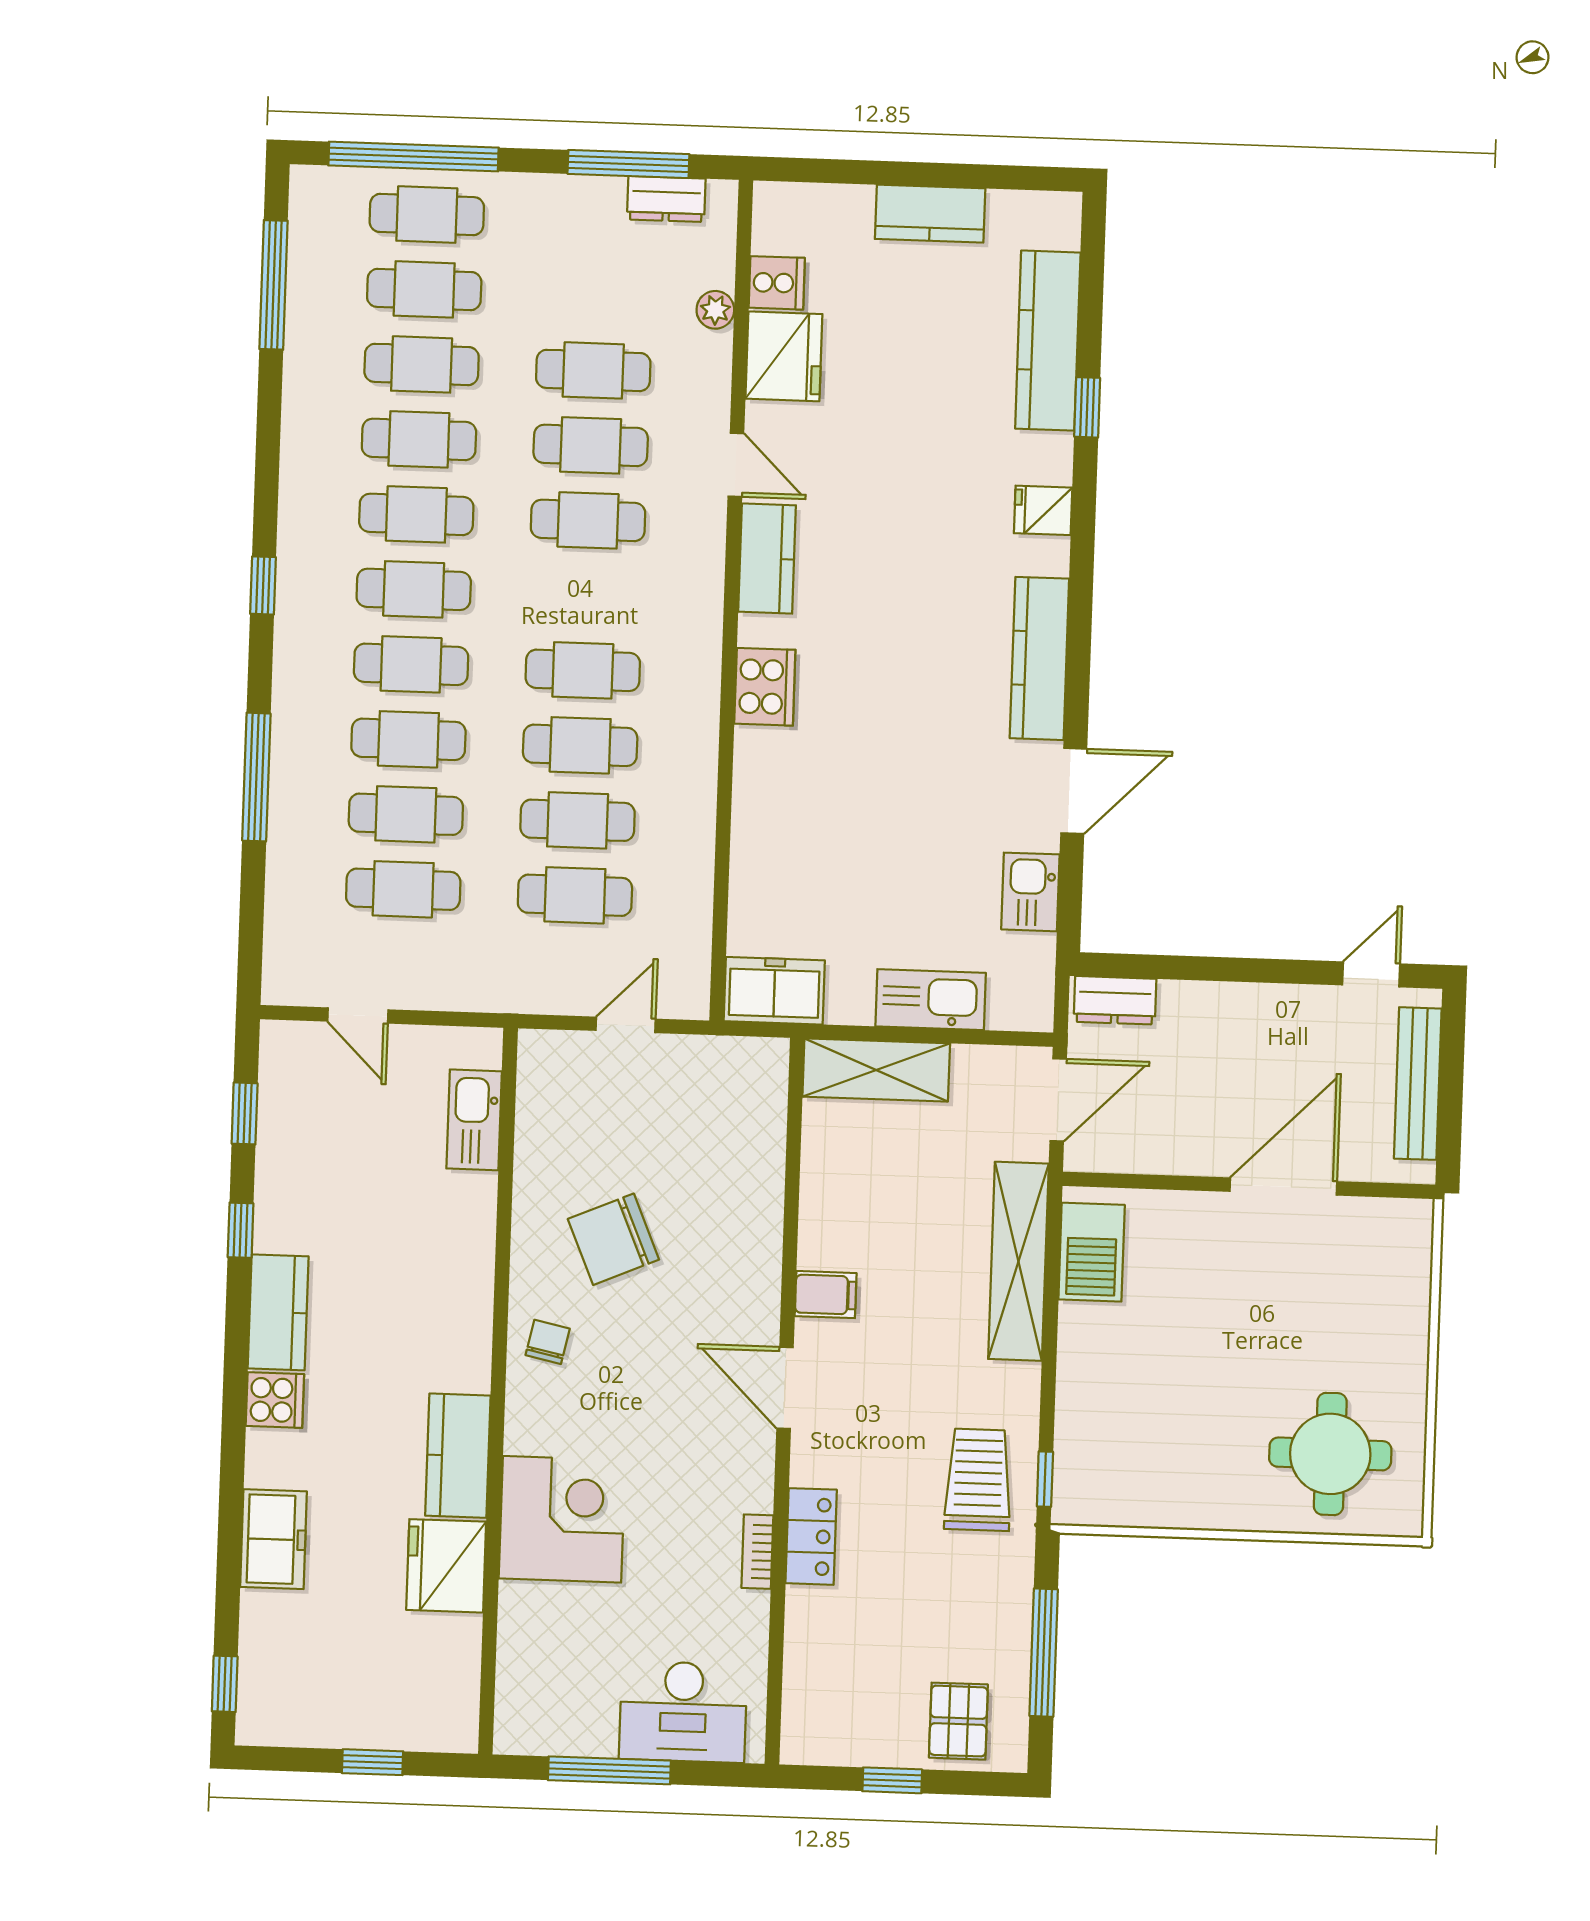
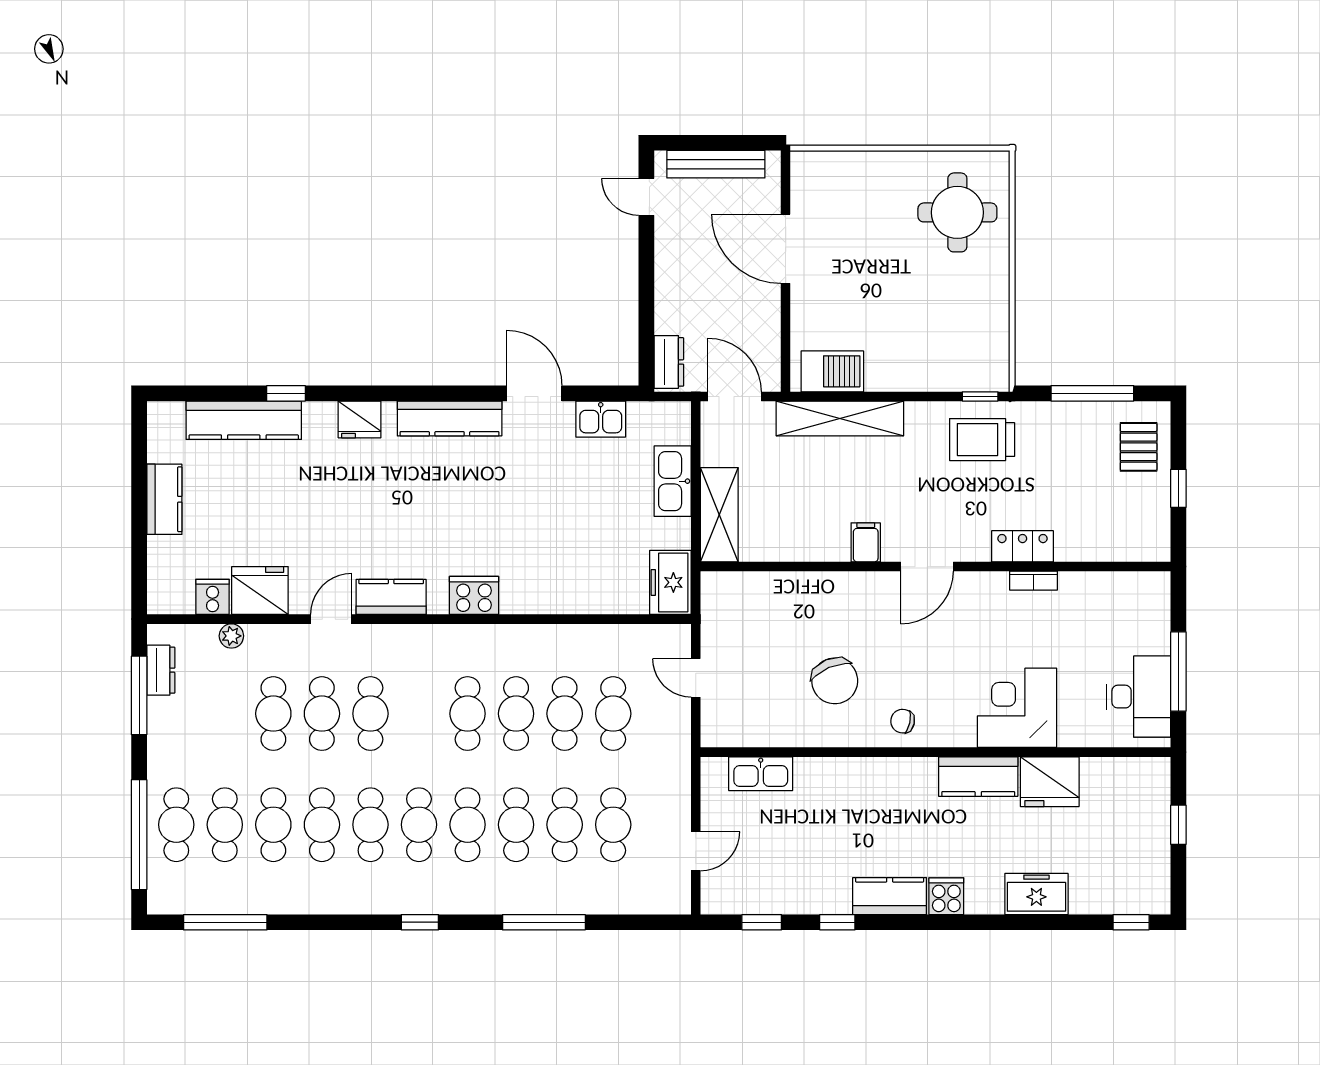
fridge: (1043, 510) -> (360, 419), width x1.38
desk: (683, 1712) -> (1139, 697), moved
pallet: (958, 1721) -> (1139, 447), turned 90

